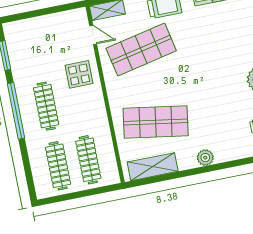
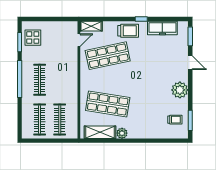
door: (93, 35) -> (79, 40), hinge flipped
display table: (79, 74) -> (33, 38), moved
plant: (205, 158) -> (122, 133), moved

